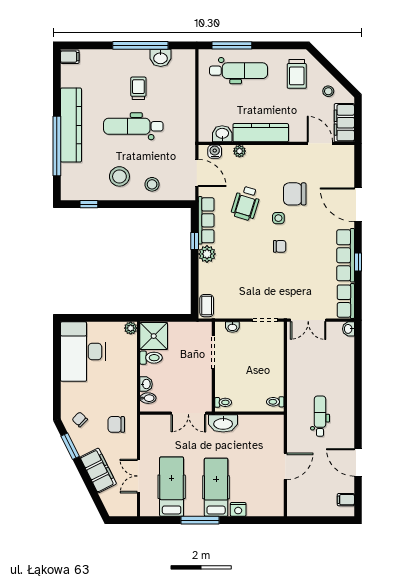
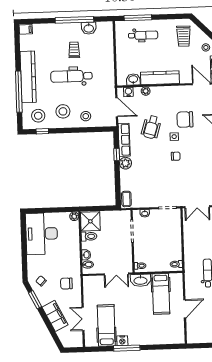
dental chair: (238, 71) -> (143, 35), width x0.73, depth x0.72
stool: (84, 181) -> (38, 116), added
hospital bed: (216, 487) -> (161, 294), moved, turned 180
nightstand: (238, 509) -> (122, 341), moved

